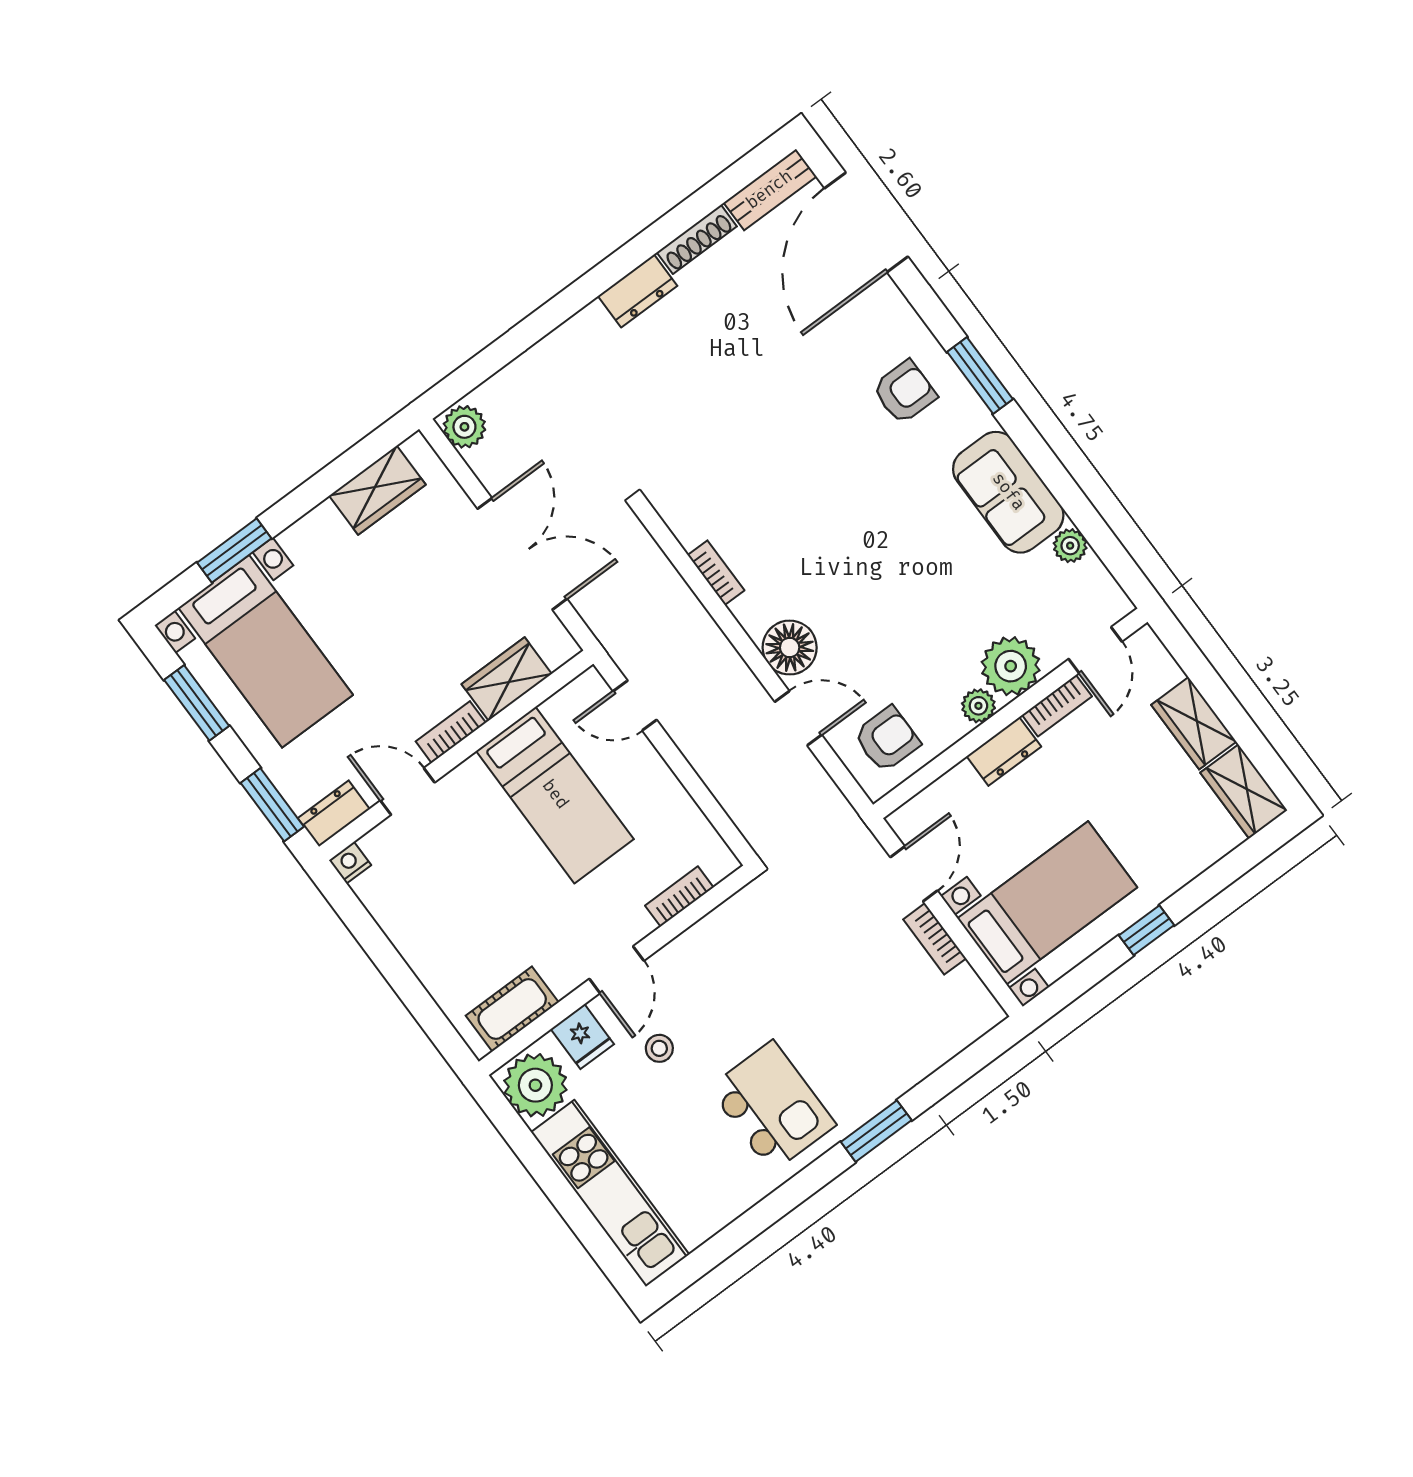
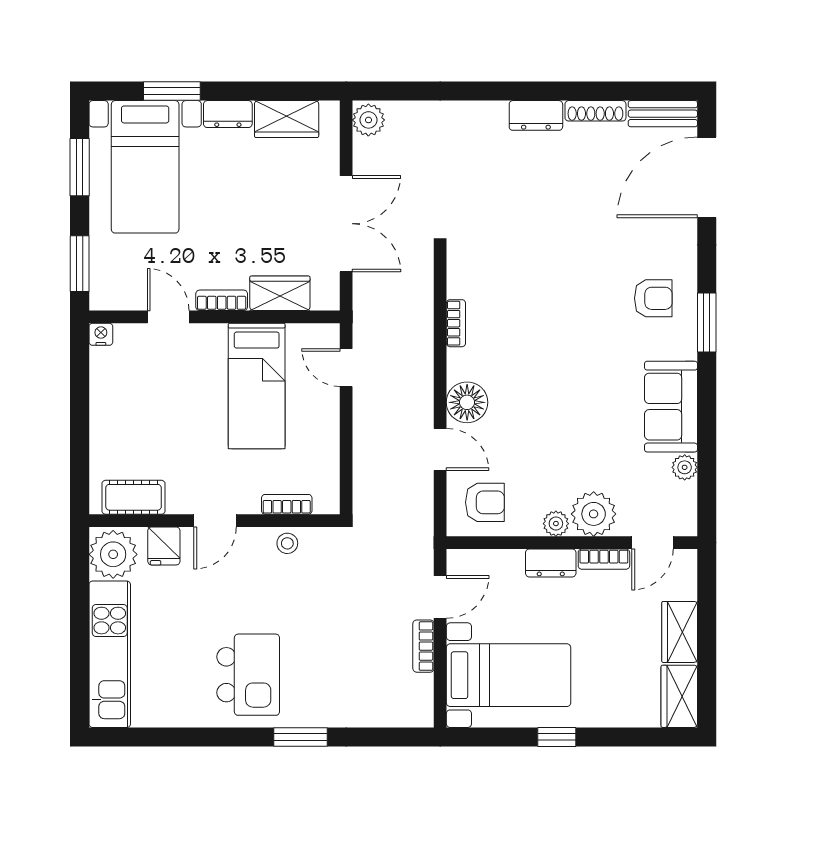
dresser: (334, 814) -> (228, 114), moved, turned 180
stool: (659, 1048) -> (287, 543), moved

